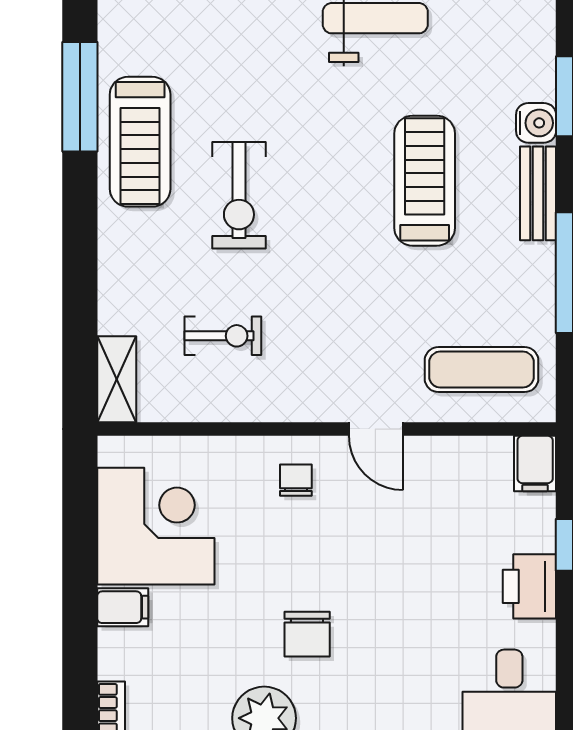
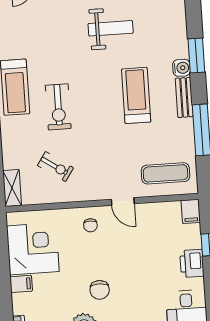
exercise bike: (223, 336) -> (56, 167), turned 34
chair: (296, 480) -> (90, 225), turned 180

